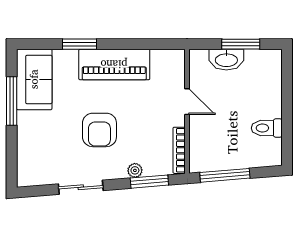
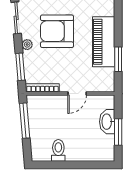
window: (79, 44) -> (118, 59), moved
armchair: (99, 130) -> (57, 31), width x1.36, depth x1.36
plant: (135, 170) -> (27, 45), moved

